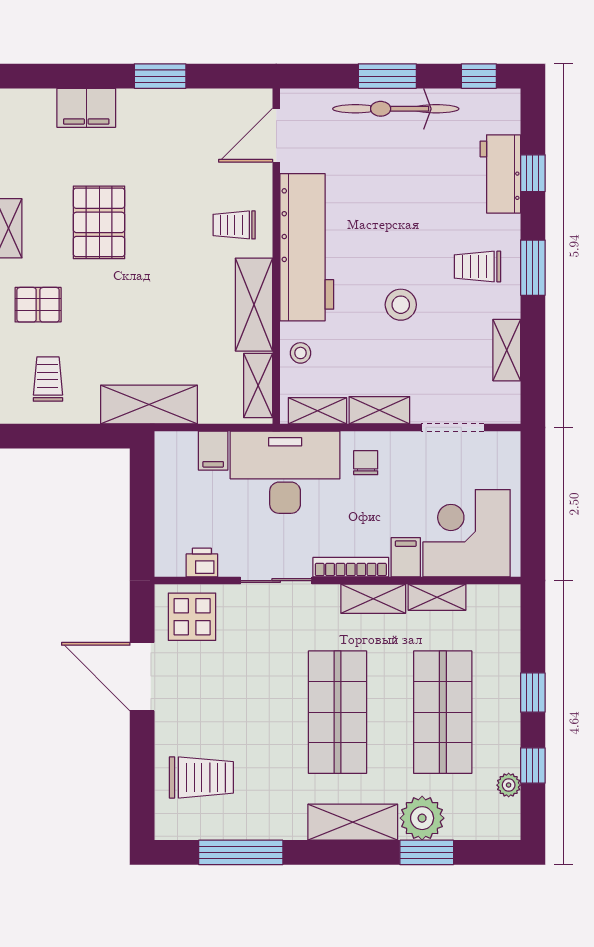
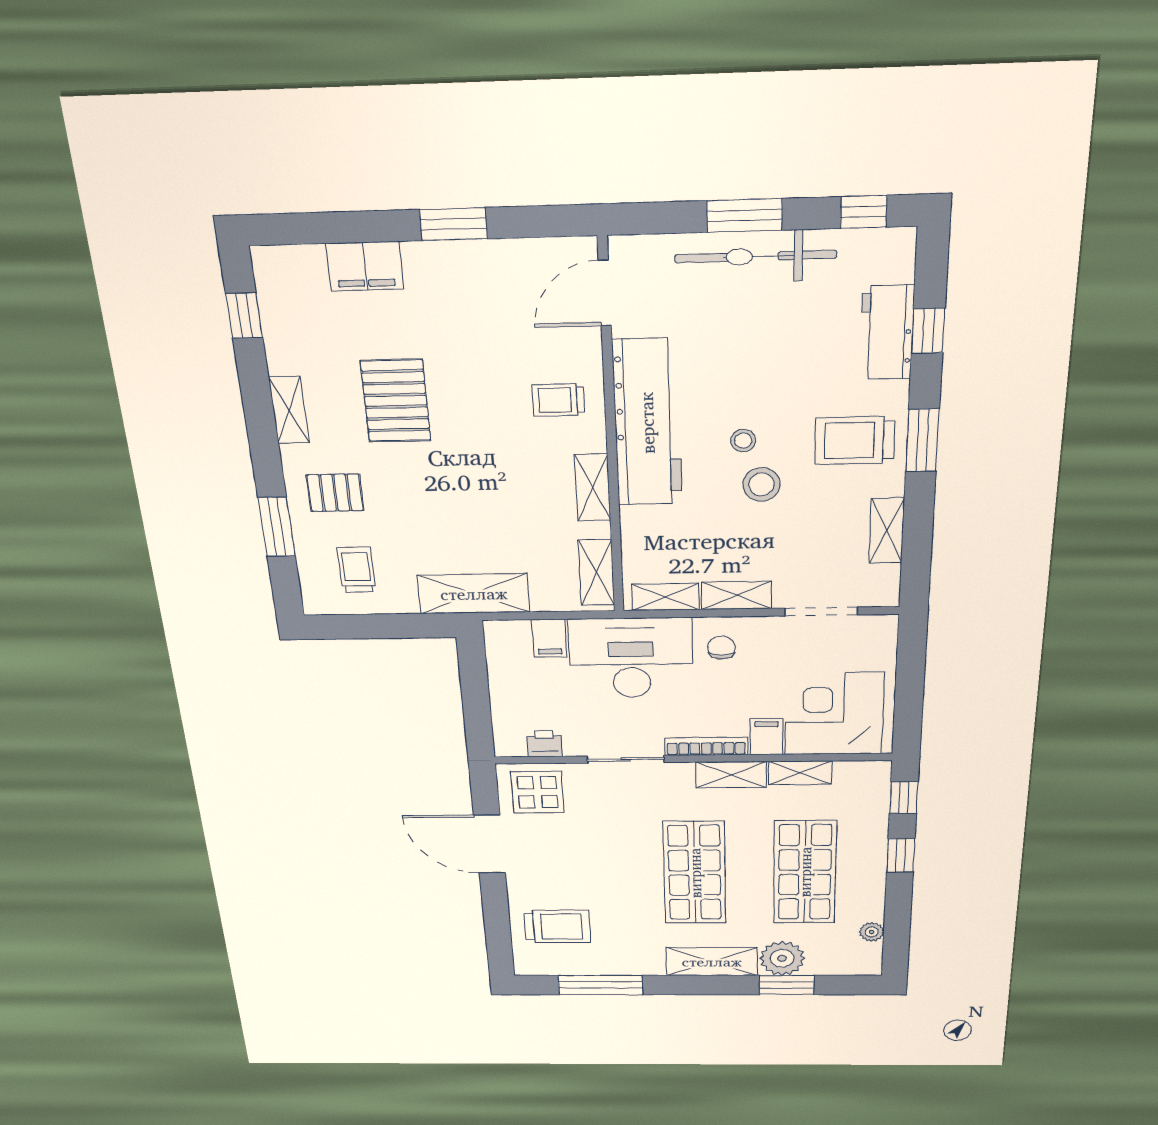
trolley: (477, 266) -> (855, 440), width x1.36, depth x1.39
shelving: (254, 305) -> (593, 488), width x0.67, depth x0.75
stool: (301, 353) -> (743, 441), moved
window: (533, 766) -> (904, 798), moved

